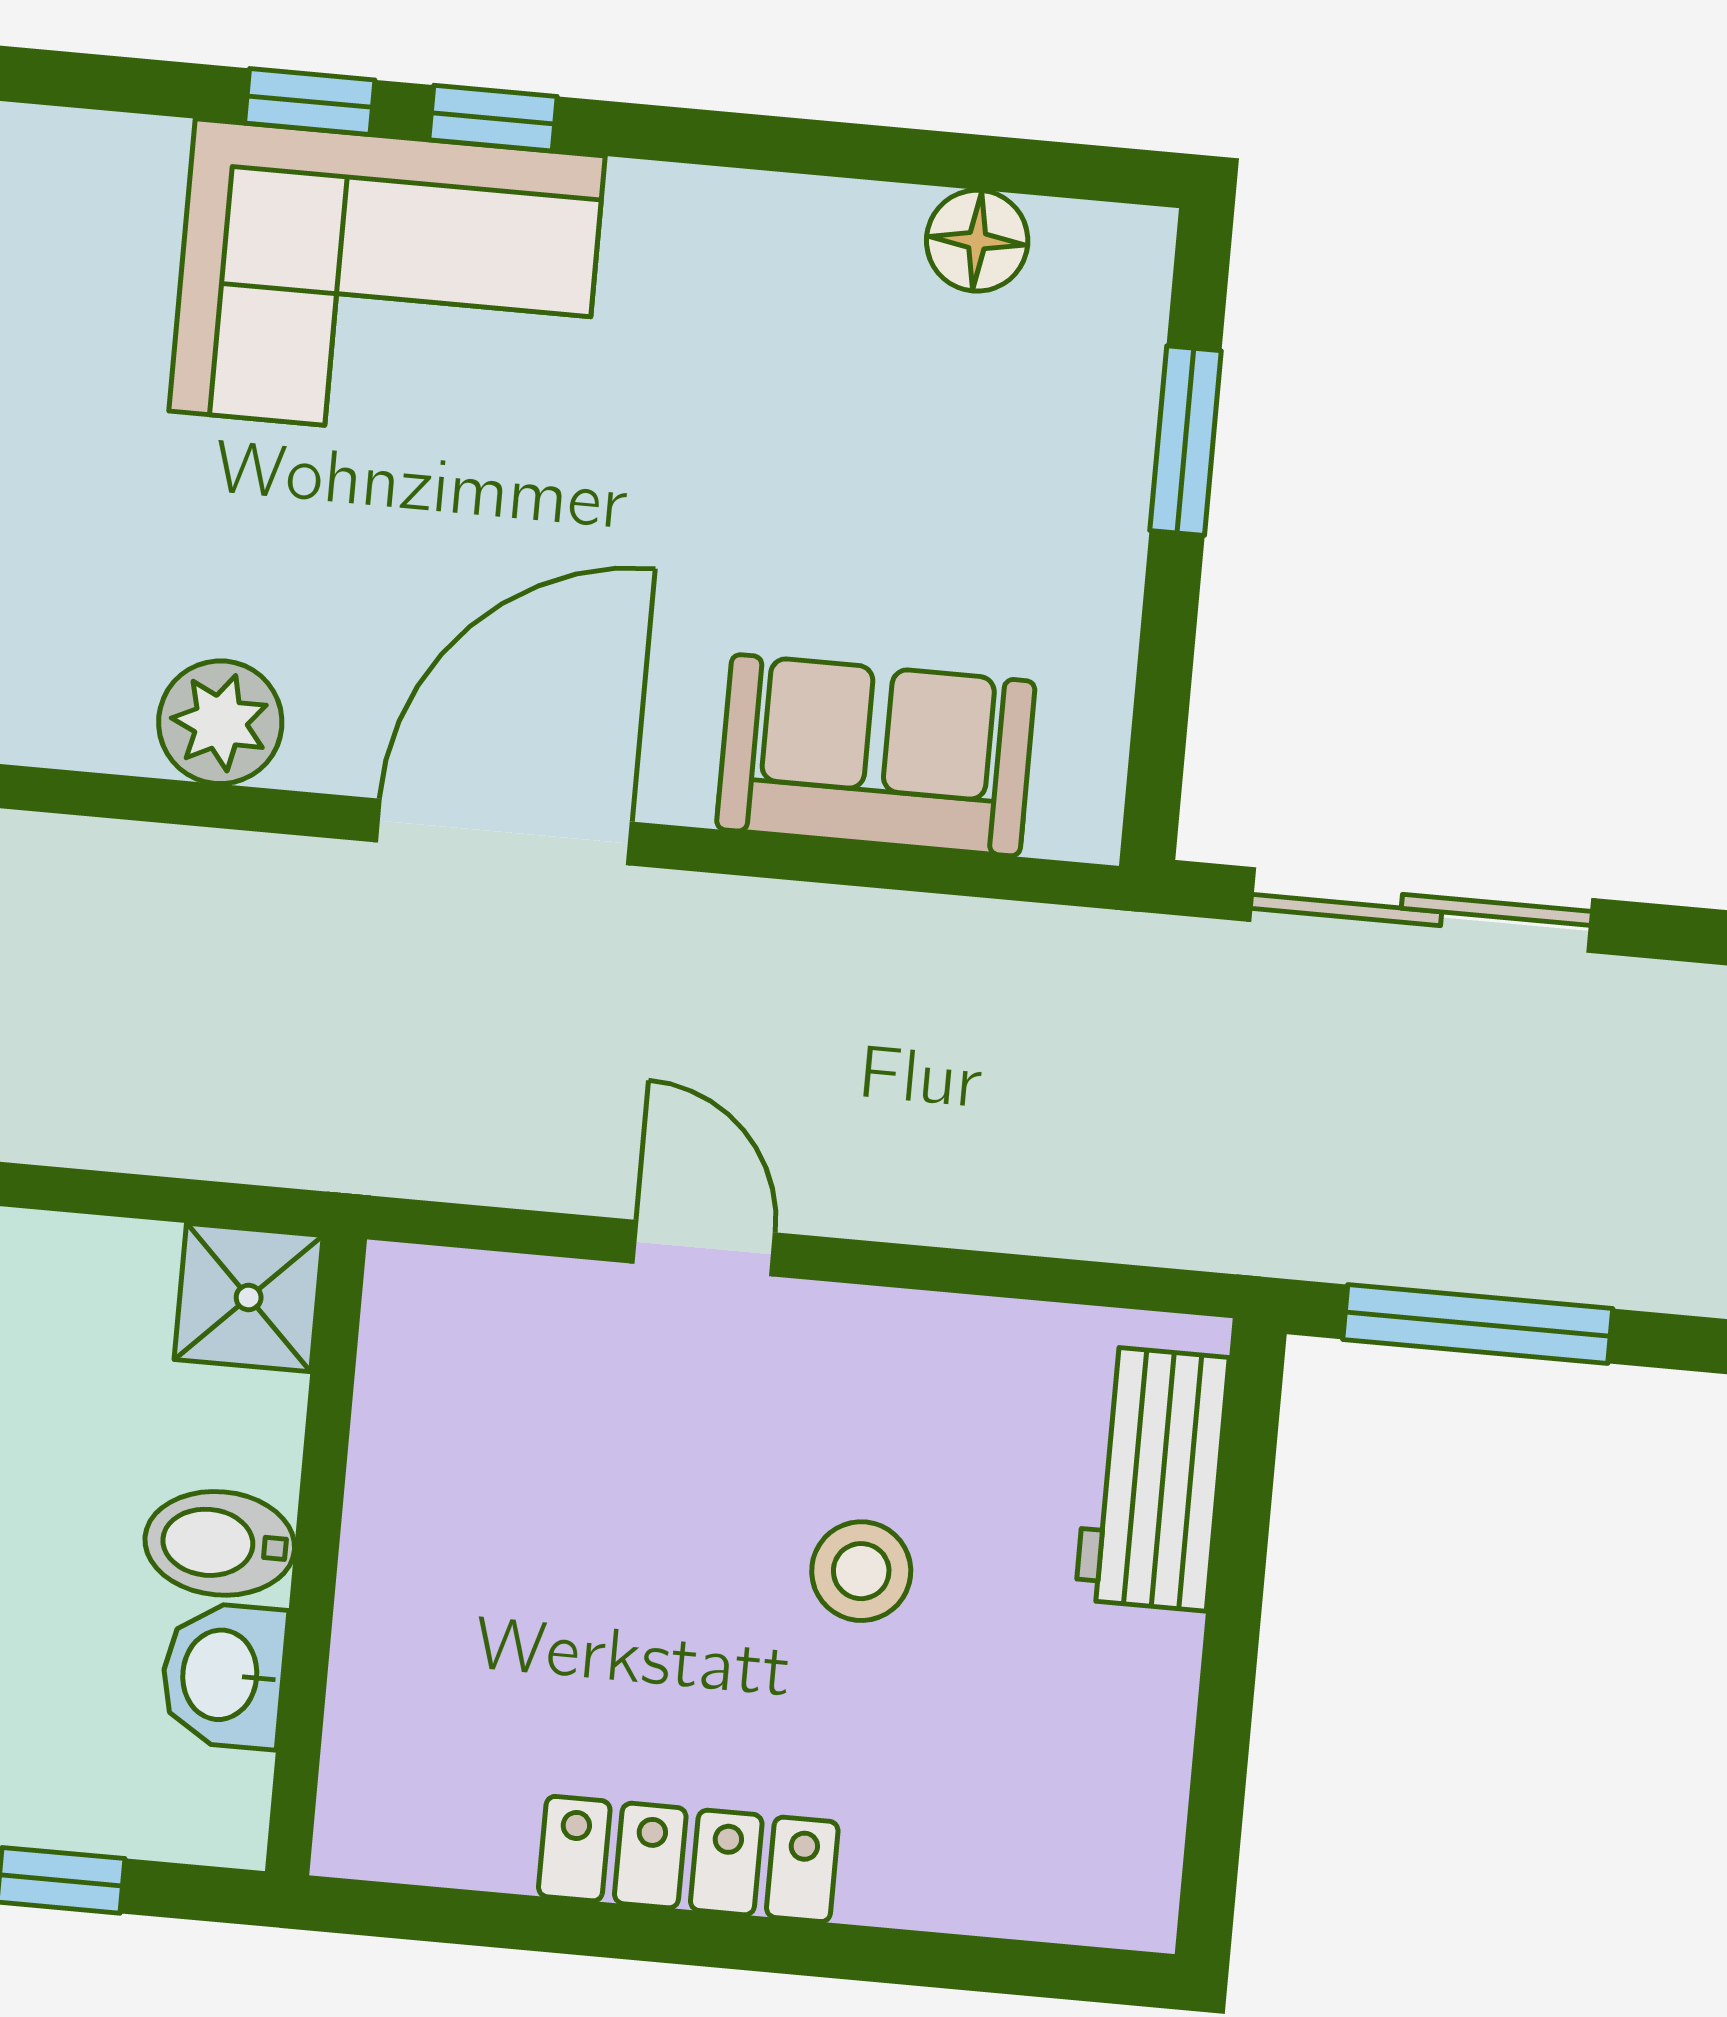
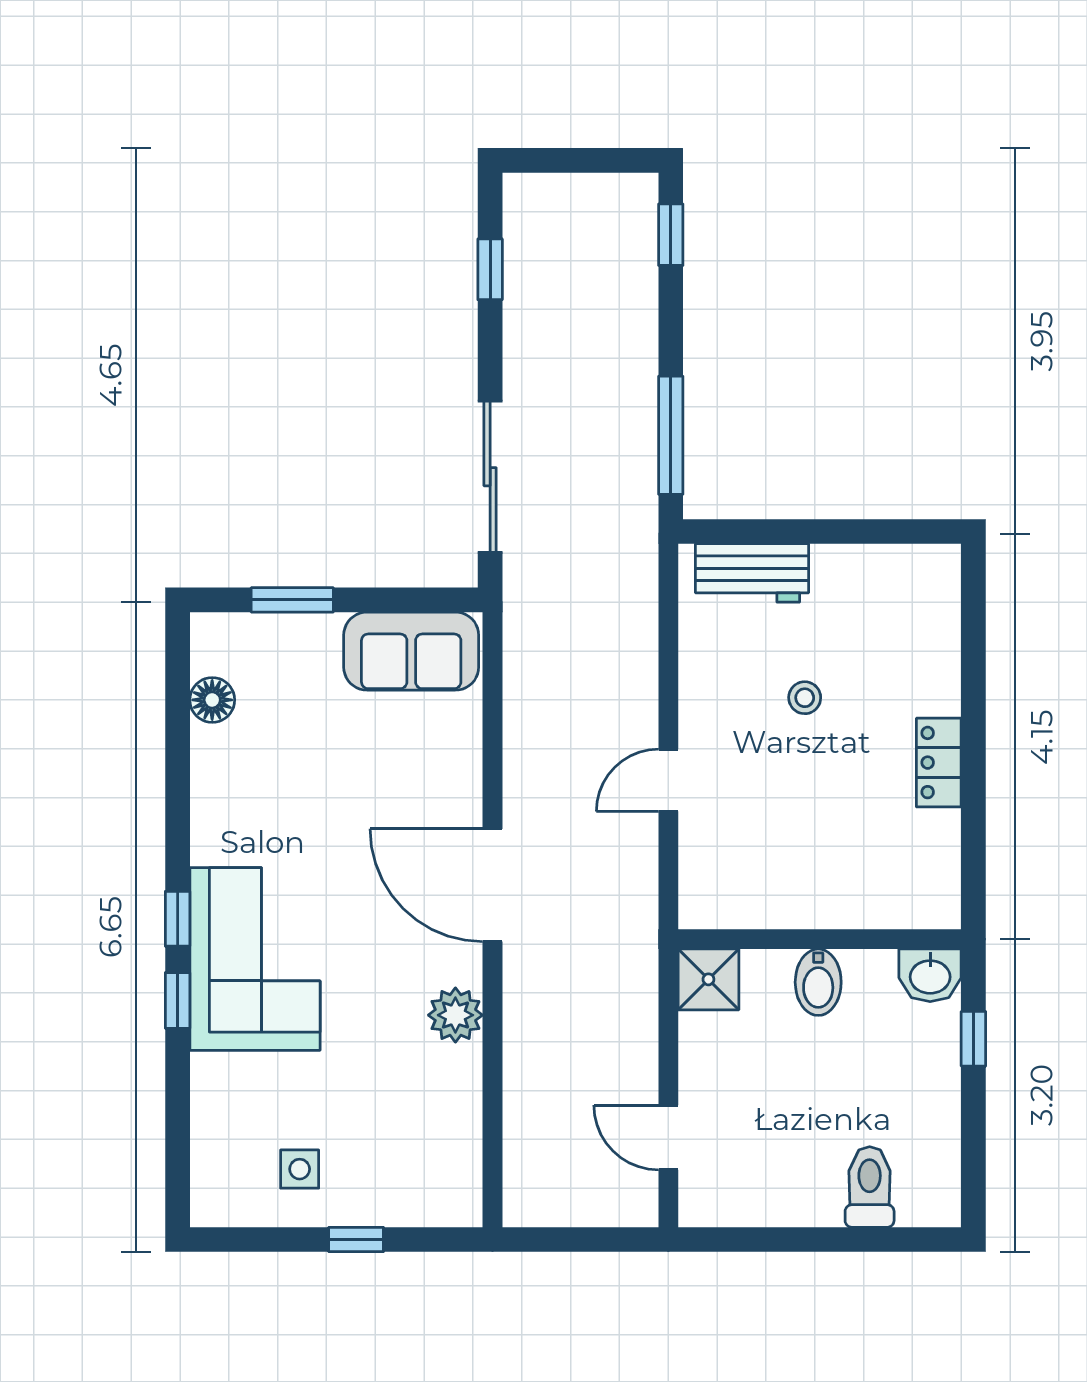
sofa: (876, 755) -> (411, 651), moved, turned -90
stool: (861, 1571) -> (805, 698), width x0.73, depth x0.73
washbasin: (223, 1675) -> (930, 975), moved
locker: (688, 1859) -> (939, 763), width x0.66

